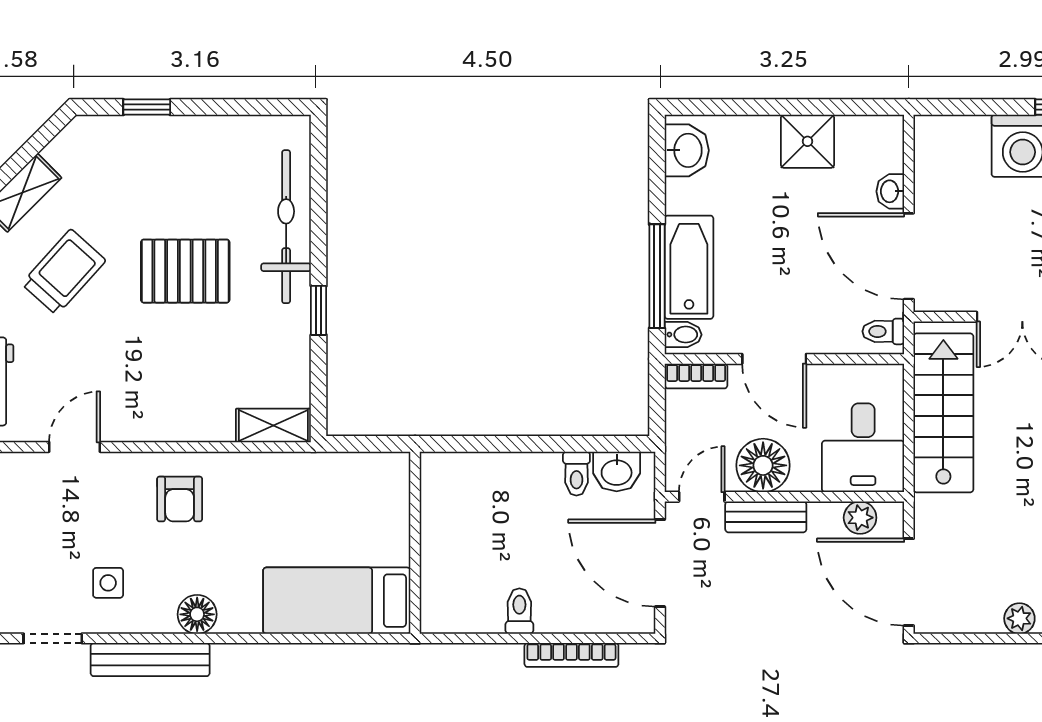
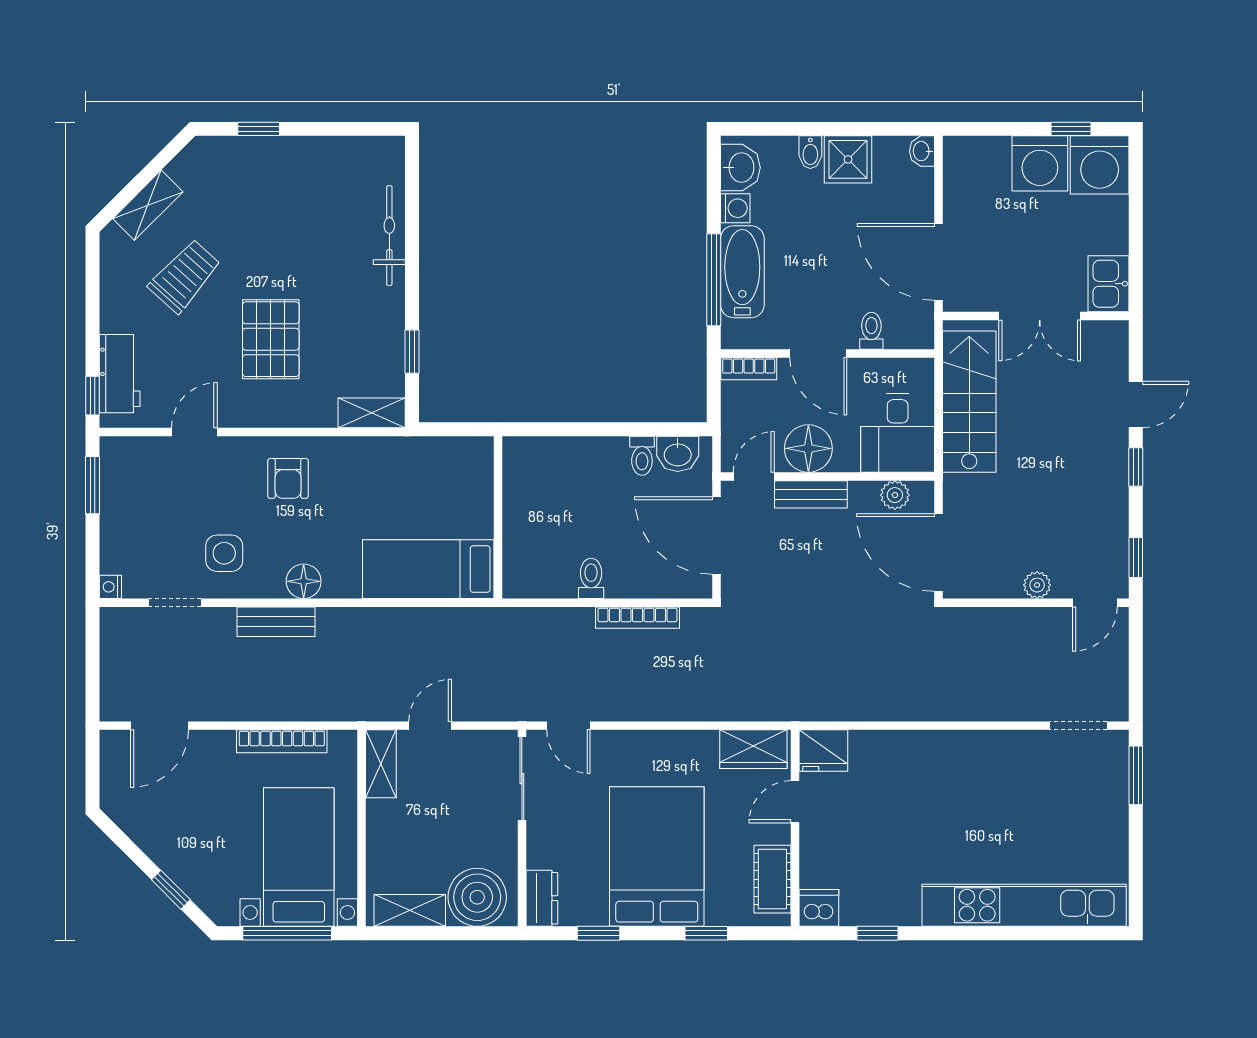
washbasin: (890, 191) -> (922, 151), moved
washing machine: (681, 196) -> (735, 208), added
bicycle: (286, 227) -> (389, 236), width x0.73, depth x0.71
pallet: (185, 271) -> (271, 339), moved, turned 90
window: (319, 310) -> (412, 352), moved
toilet: (883, 331) -> (871, 331), moved, turned 90
bidet: (683, 335) -> (810, 152), moved, turned 90
side table: (108, 583) -> (224, 553), width x1.37, depth x1.37
bench: (150, 660) -> (276, 622), width x0.73

